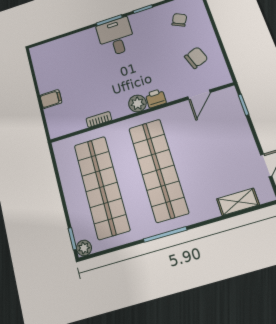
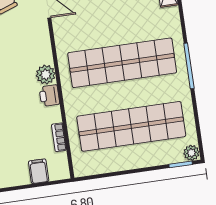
printer: (156, 98) -> (49, 96), moved
filing cabinet: (51, 99) -> (39, 171), moved
bookcase: (99, 119) -> (59, 137), moved

